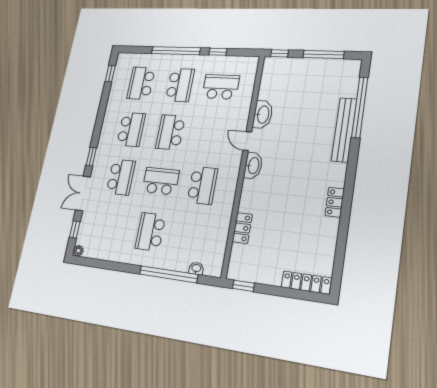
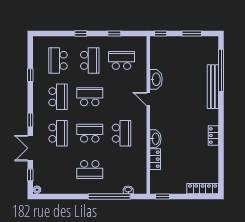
window: (176, 51) -> (81, 34), width x0.32
window: (323, 55) -> (192, 34), width x0.69
window: (110, 74) -> (30, 75), moved
school desk: (170, 132) -> (90, 97), turned 90
washbasin: (253, 166) -> (155, 139), moved
school desk: (150, 232) -> (90, 170), turned -90

